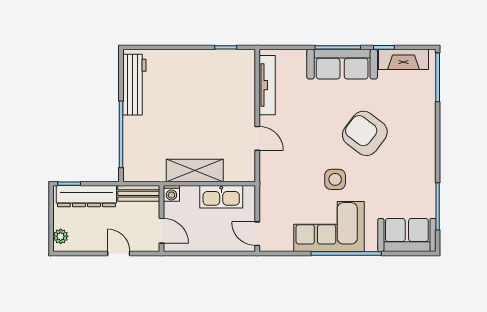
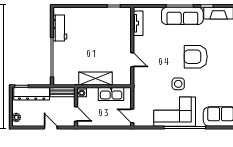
workbench: (134, 85) -> (60, 28), width x0.73
tv unit: (267, 85) -> (138, 23), width x0.71
armchair: (365, 133) -> (196, 57), turned -37

